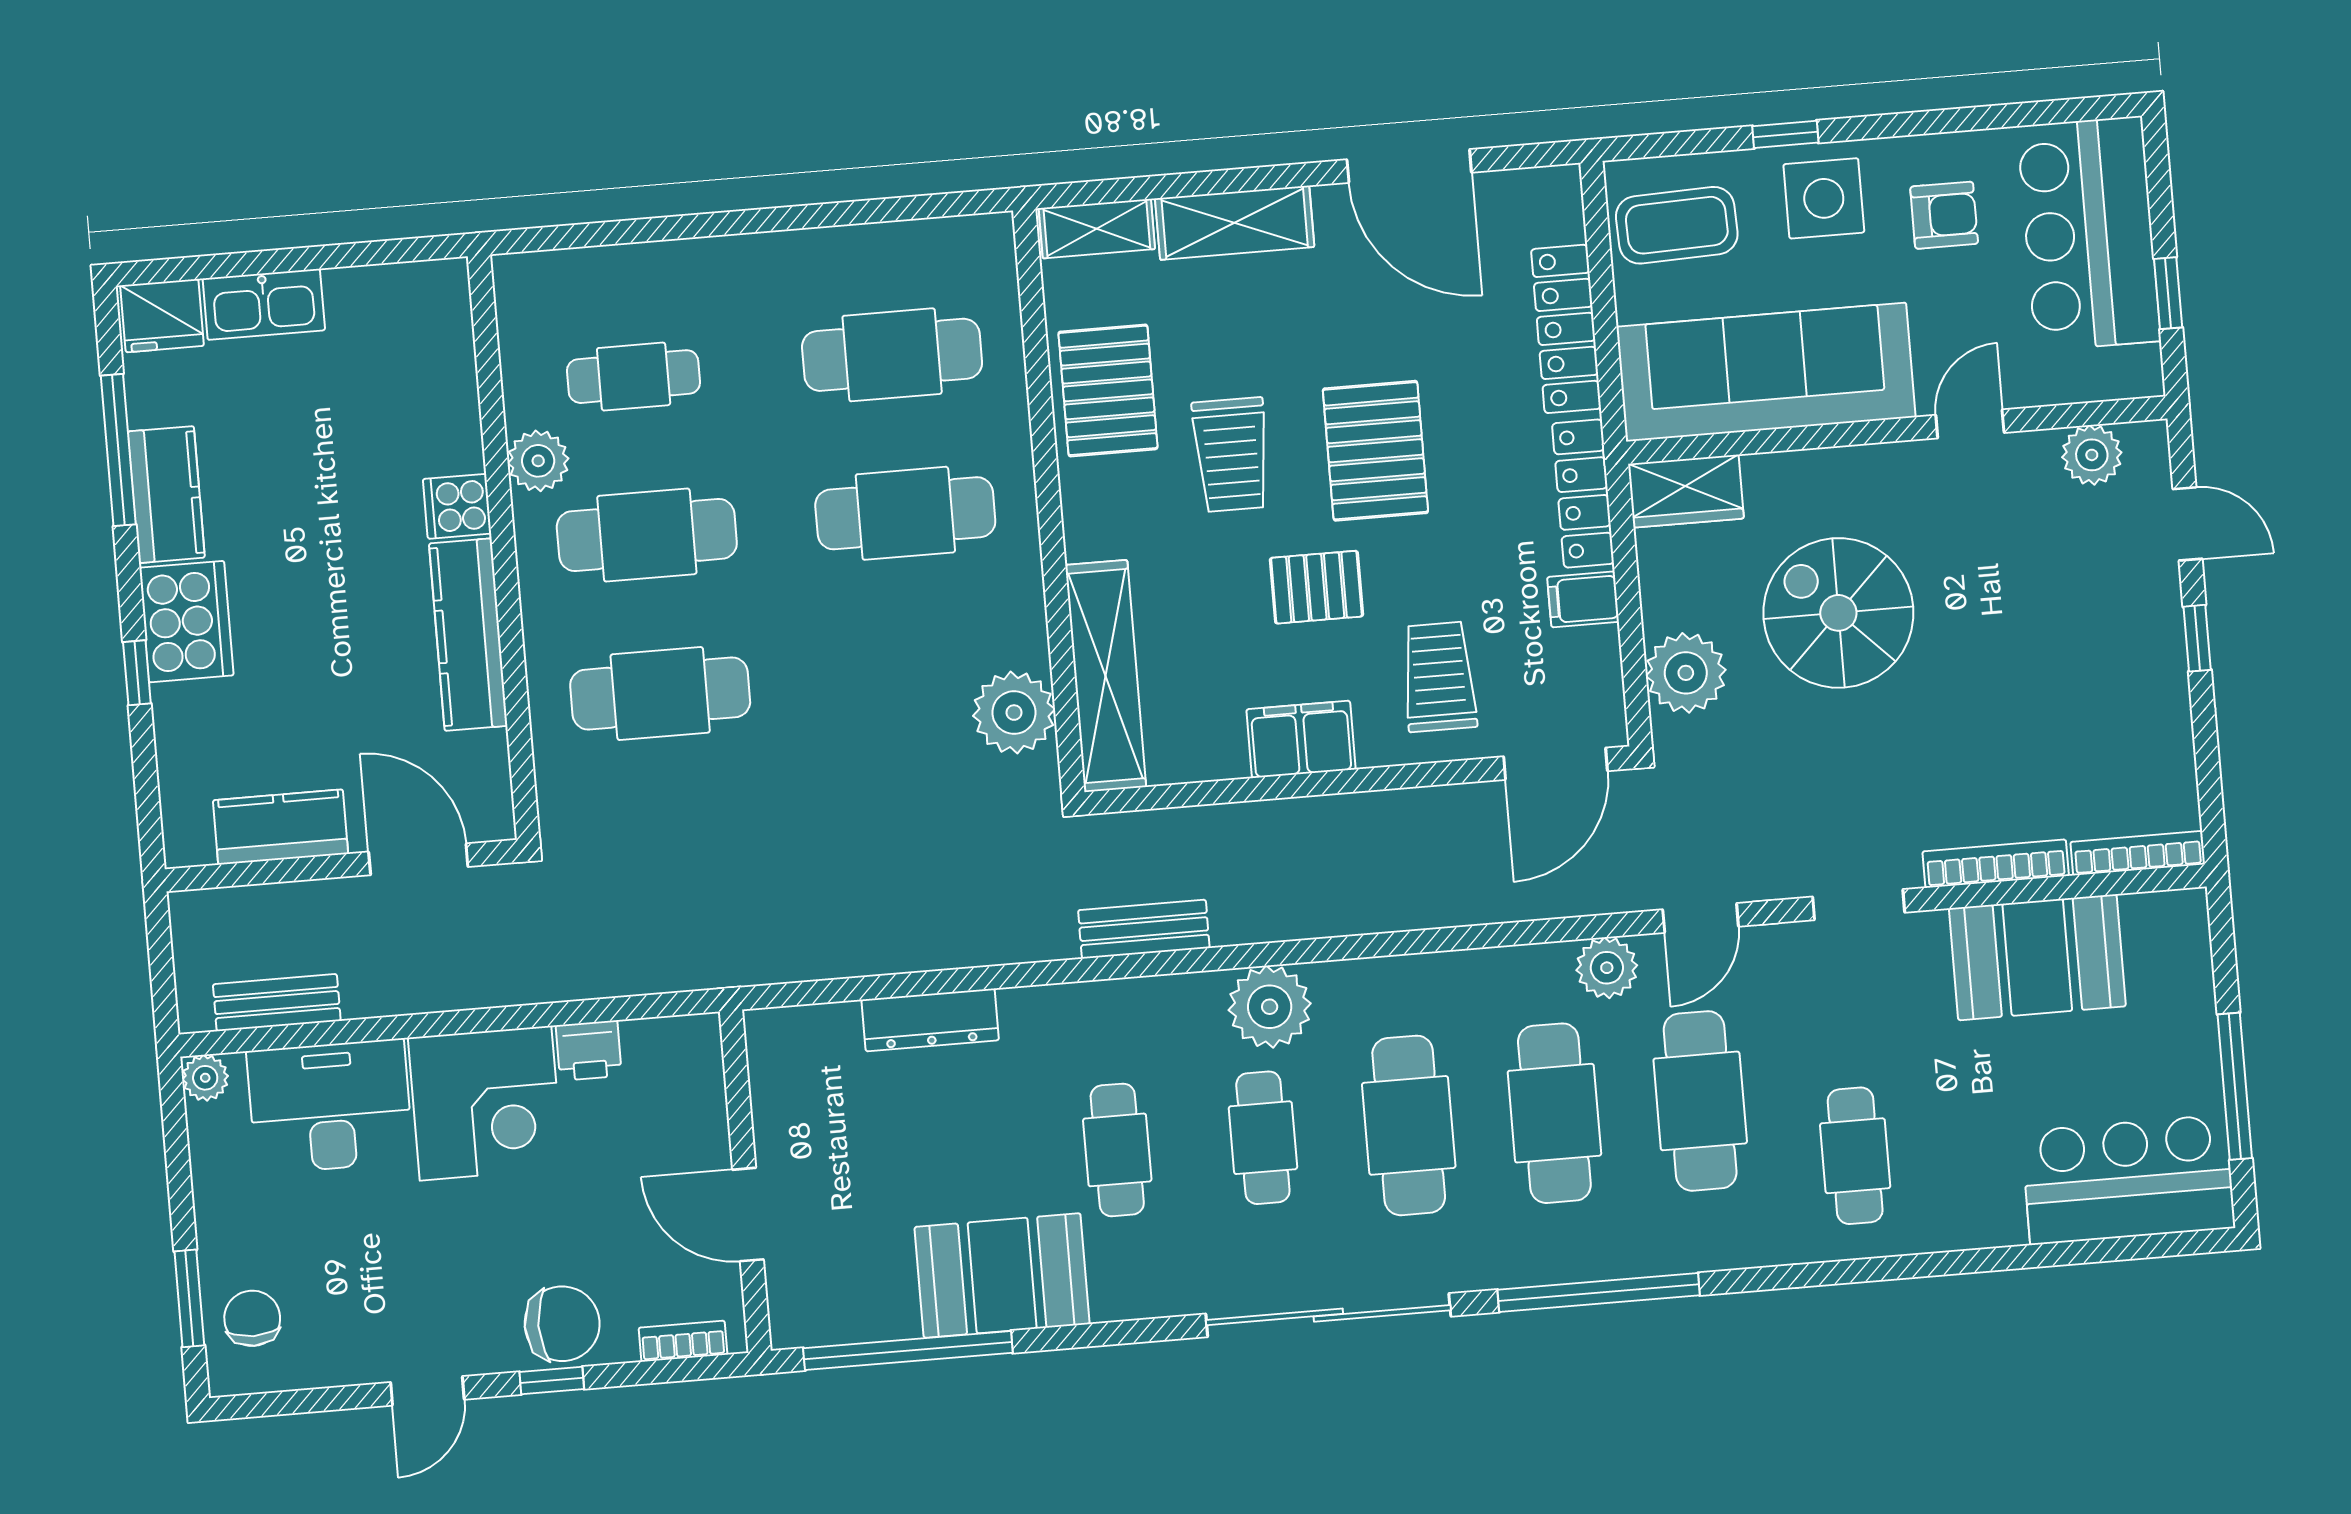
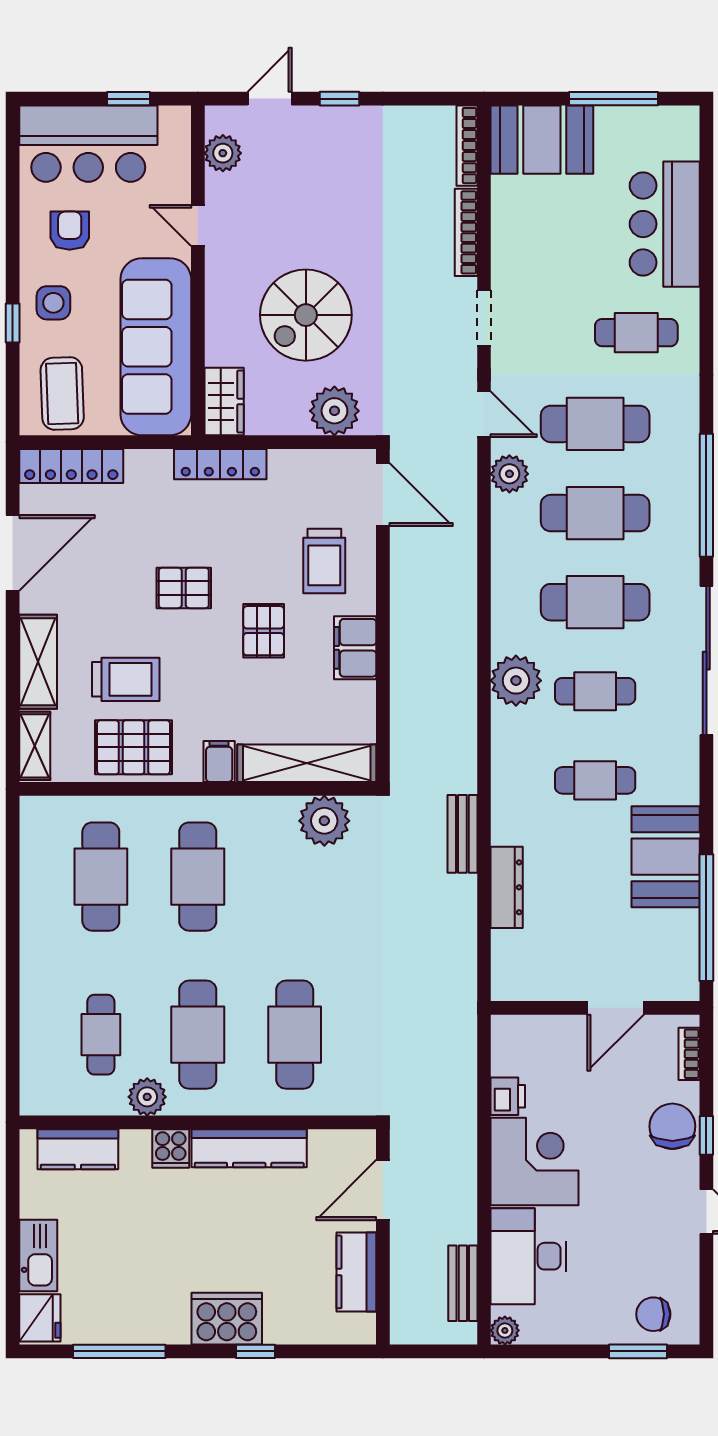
side table: (1824, 198) -> (53, 303), width x0.73, depth x0.73
locker: (1566, 329) -> (71, 466), moved
pallet: (1375, 451) -> (184, 588), width x0.67, depth x0.71
trolley: (1231, 455) -> (126, 679), moved
kitchen counter: (166, 495) -> (78, 1149), moved, turned 180
filing cabinet: (1583, 599) -> (219, 762), moved, turned 180
trolley: (1439, 677) -> (324, 561), turned -90
bench: (1144, 929) -> (462, 834), moved
booth: (2037, 957) -> (542, 140), moved, turned 90
bar counter: (2128, 1180) -> (665, 224), moved

